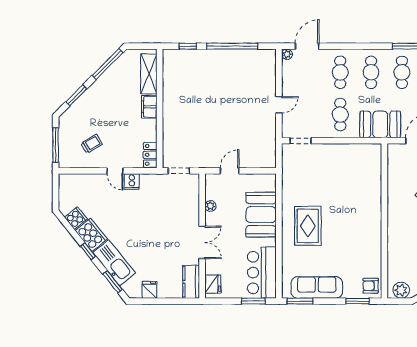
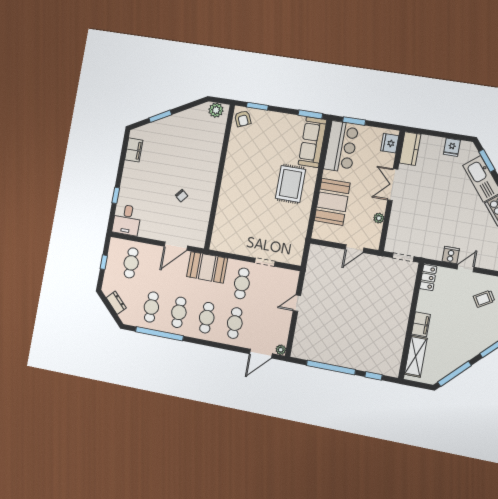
doorway: (301, 141) -> (265, 262), moved
door: (115, 171) -> (466, 268), hinge flipped
armchair: (371, 286) -> (243, 119), turned 67
sofa: (317, 287) -> (312, 142), moved, turned 90

